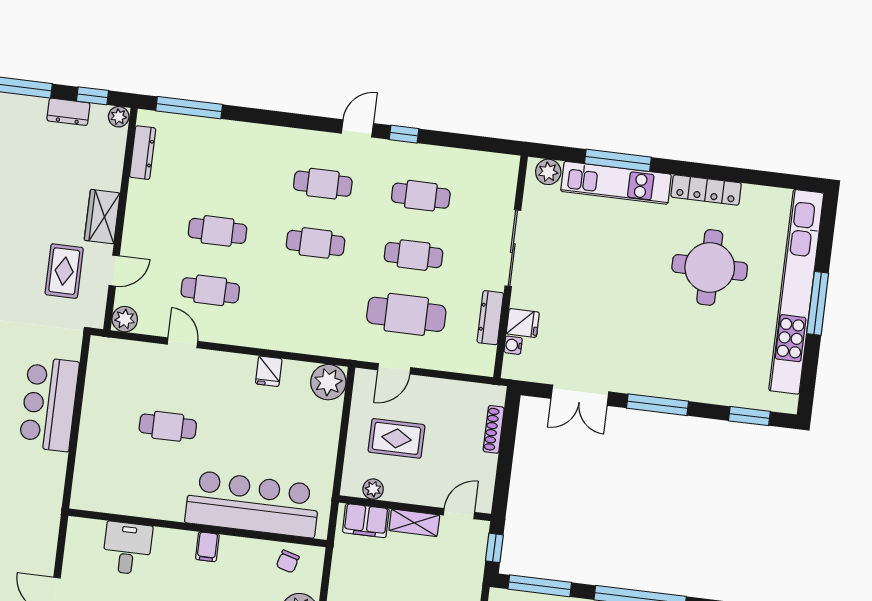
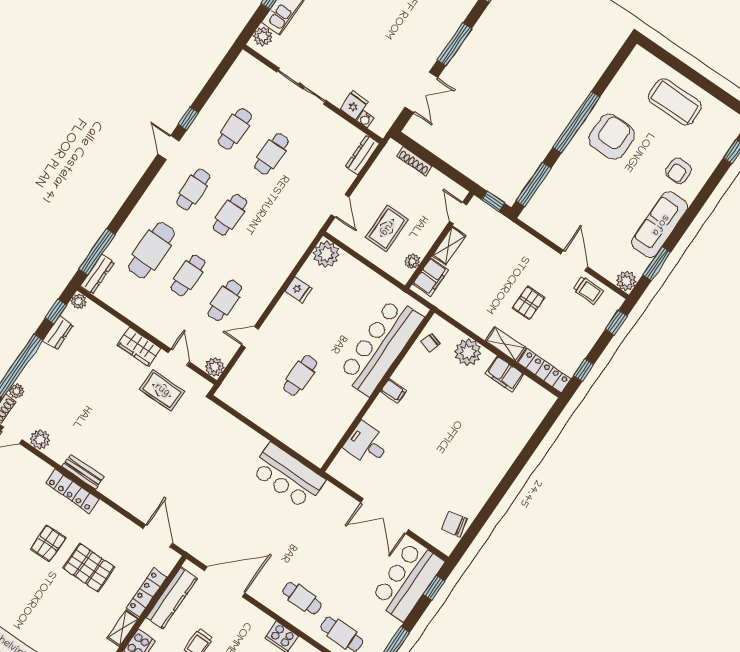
dresser: (143, 153) -> (97, 274), moved, turned 90
cafe table: (406, 314) -> (152, 250), moved
dresser: (490, 318) -> (362, 155), moved, turned 90
bar counter: (49, 404) -> (288, 476), moved
chair: (288, 561) -> (431, 343), turned 91

